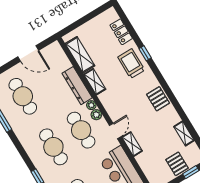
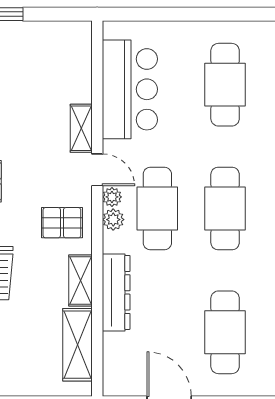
plant: (91, 105) -> (112, 197), moved
door: (115, 131) -> (97, 170), swing flipped
pallet: (177, 164) -> (62, 223), moved, turned 90

